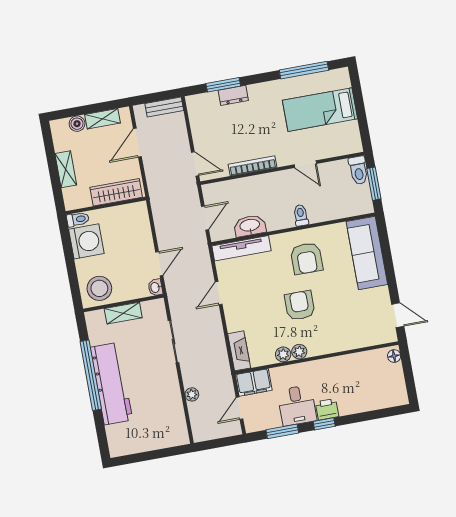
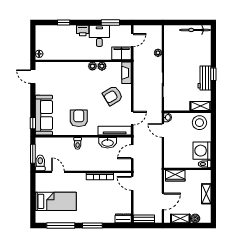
window: (223, 85) -> (92, 225), moved
dresser: (233, 95) -> (123, 218), moved
door: (305, 164) -> (58, 172), moved
wardrobe: (116, 192) -> (175, 175), width x0.67
window: (383, 236) -> (33, 123), added
door: (159, 264) -> (163, 130), hinge flipped
door: (219, 293) -> (132, 118), moved
armchair: (300, 305) -> (113, 96), moved, turned 59
shelving: (123, 313) -> (200, 106), moved
window: (91, 375) -> (213, 74), width x0.32
workbench: (111, 384) -> (204, 78), width x0.53, depth x0.76
window: (324, 424) -> (64, 23), moved
bicycle: (136, 445) -> (195, 30), added

